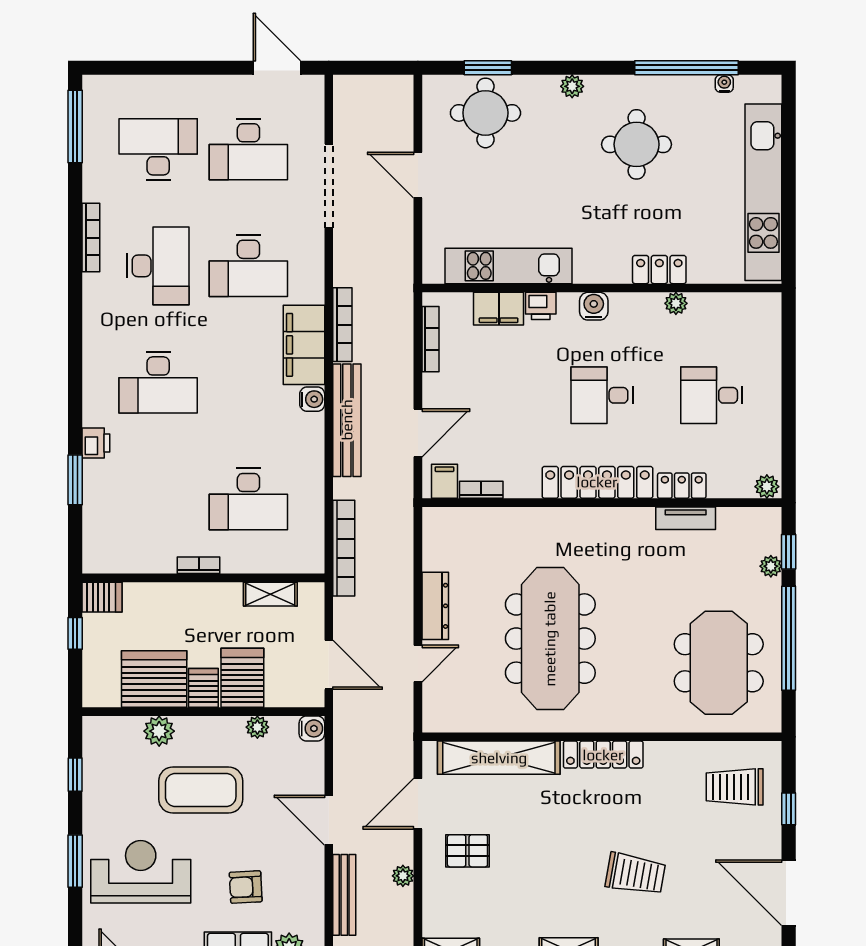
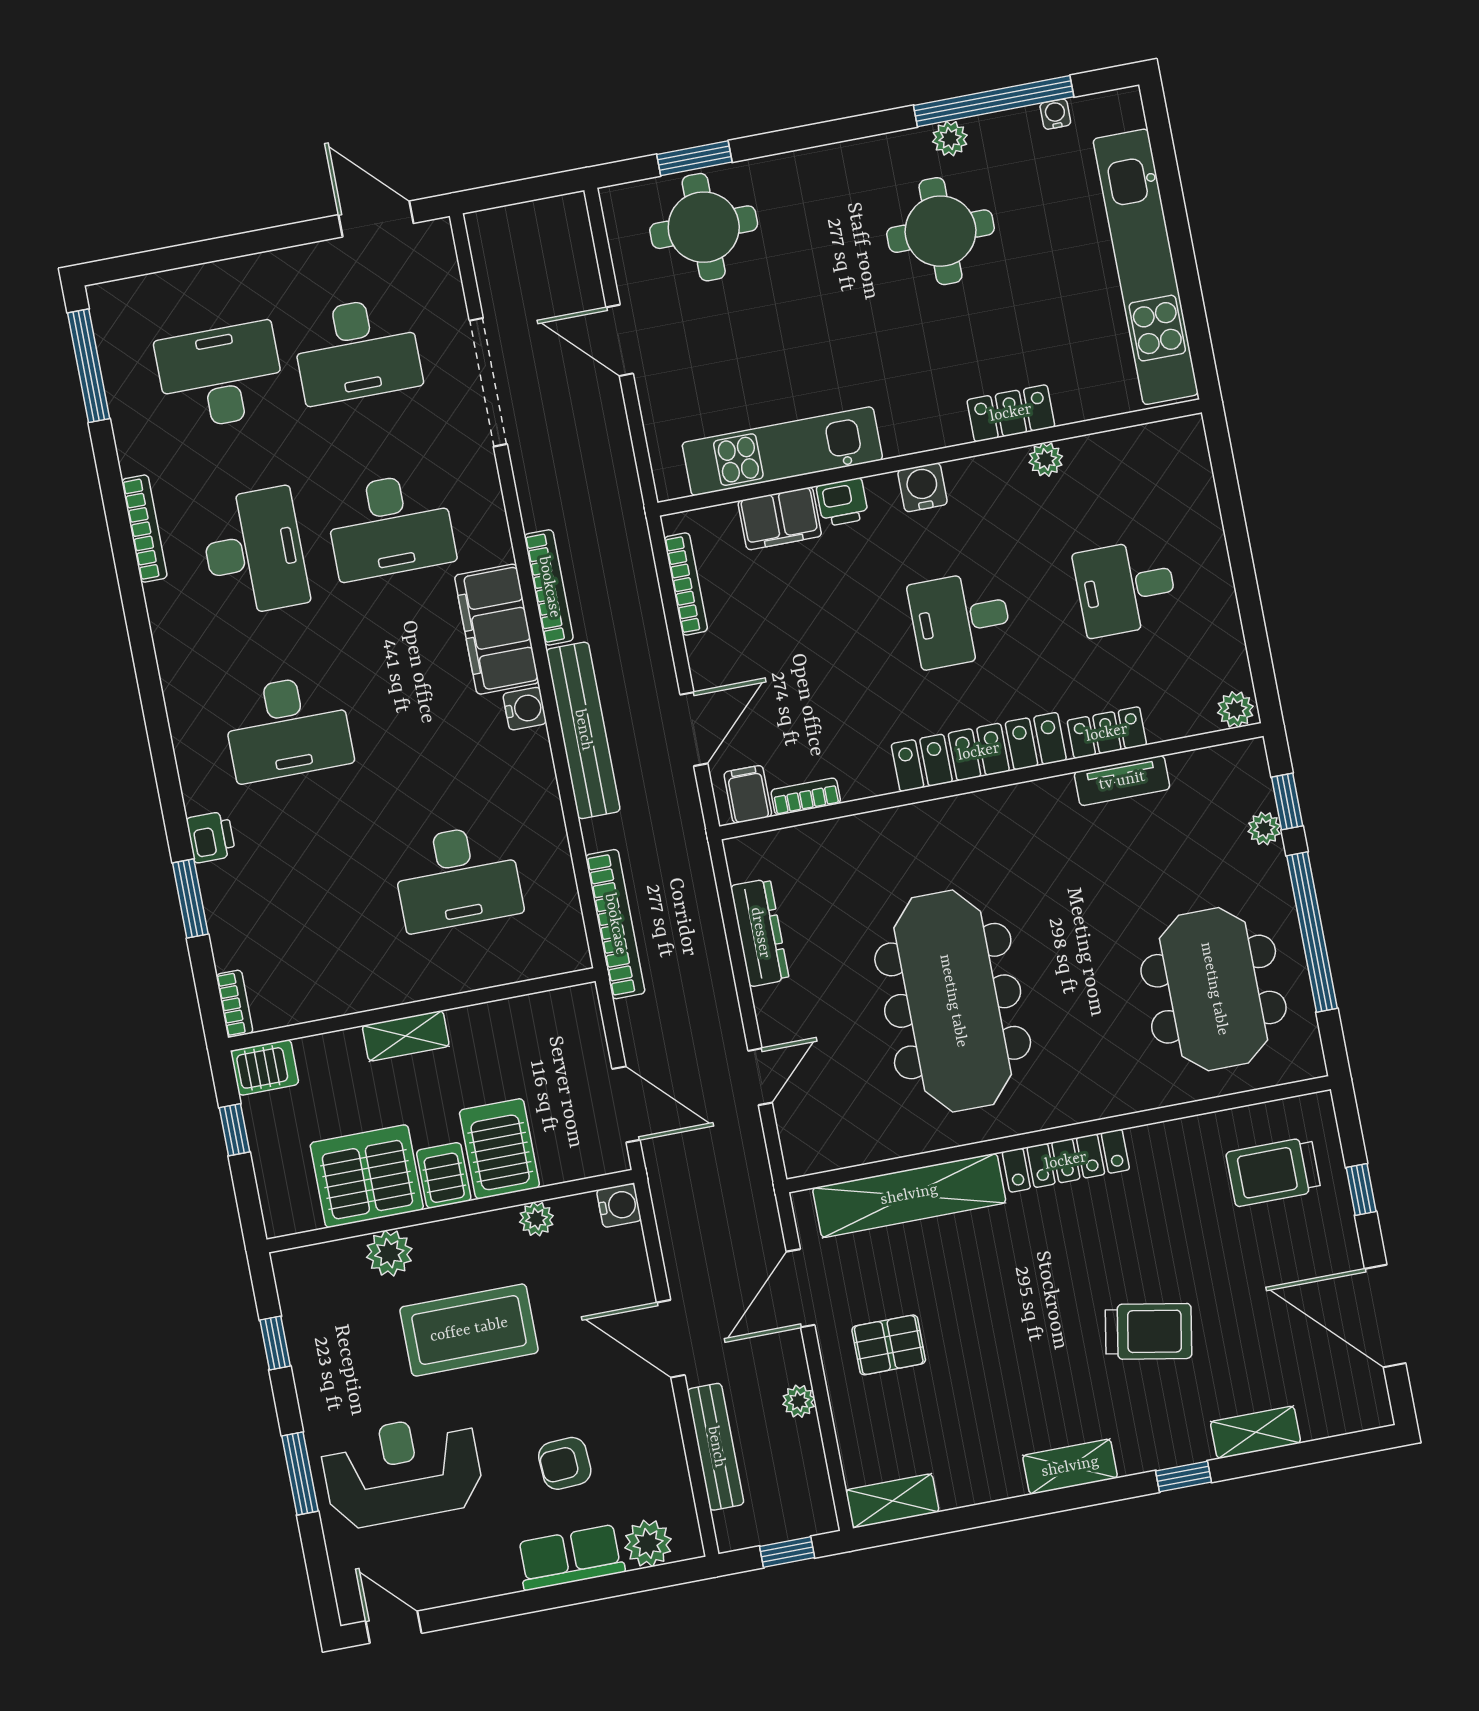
plant: (572, 86) -> (950, 138), moved
bookcase: (199, 565) -> (234, 1004), moved, turned 90
shelving: (270, 594) -> (406, 1036), moved
dresser: (435, 606) -> (760, 933), moved

